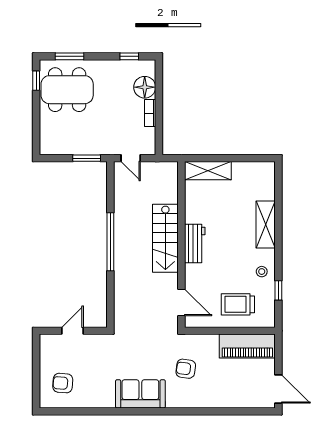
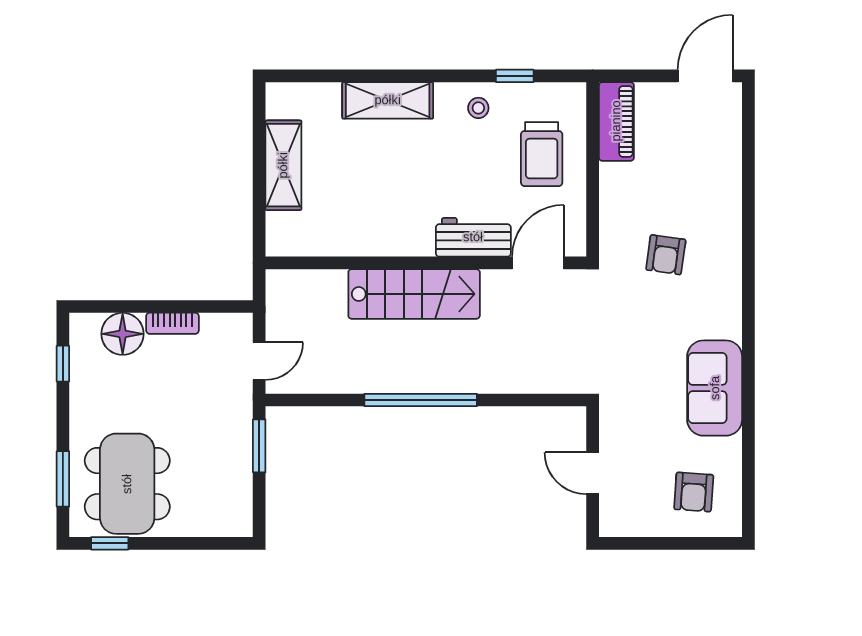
shelving: (208, 171) -> (283, 165), moved
workbench: (195, 243) -> (473, 237), moved
piano: (247, 346) -> (616, 121), width x0.73, depth x0.75
sofa: (140, 394) -> (715, 388), moved

